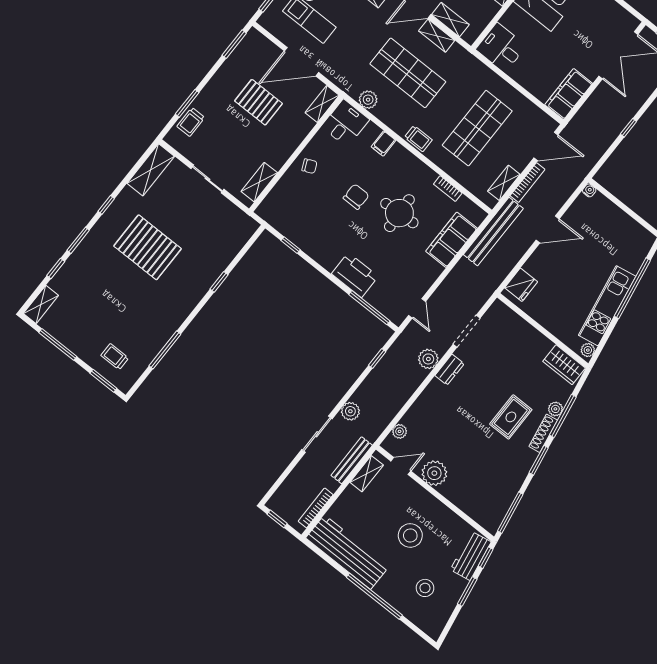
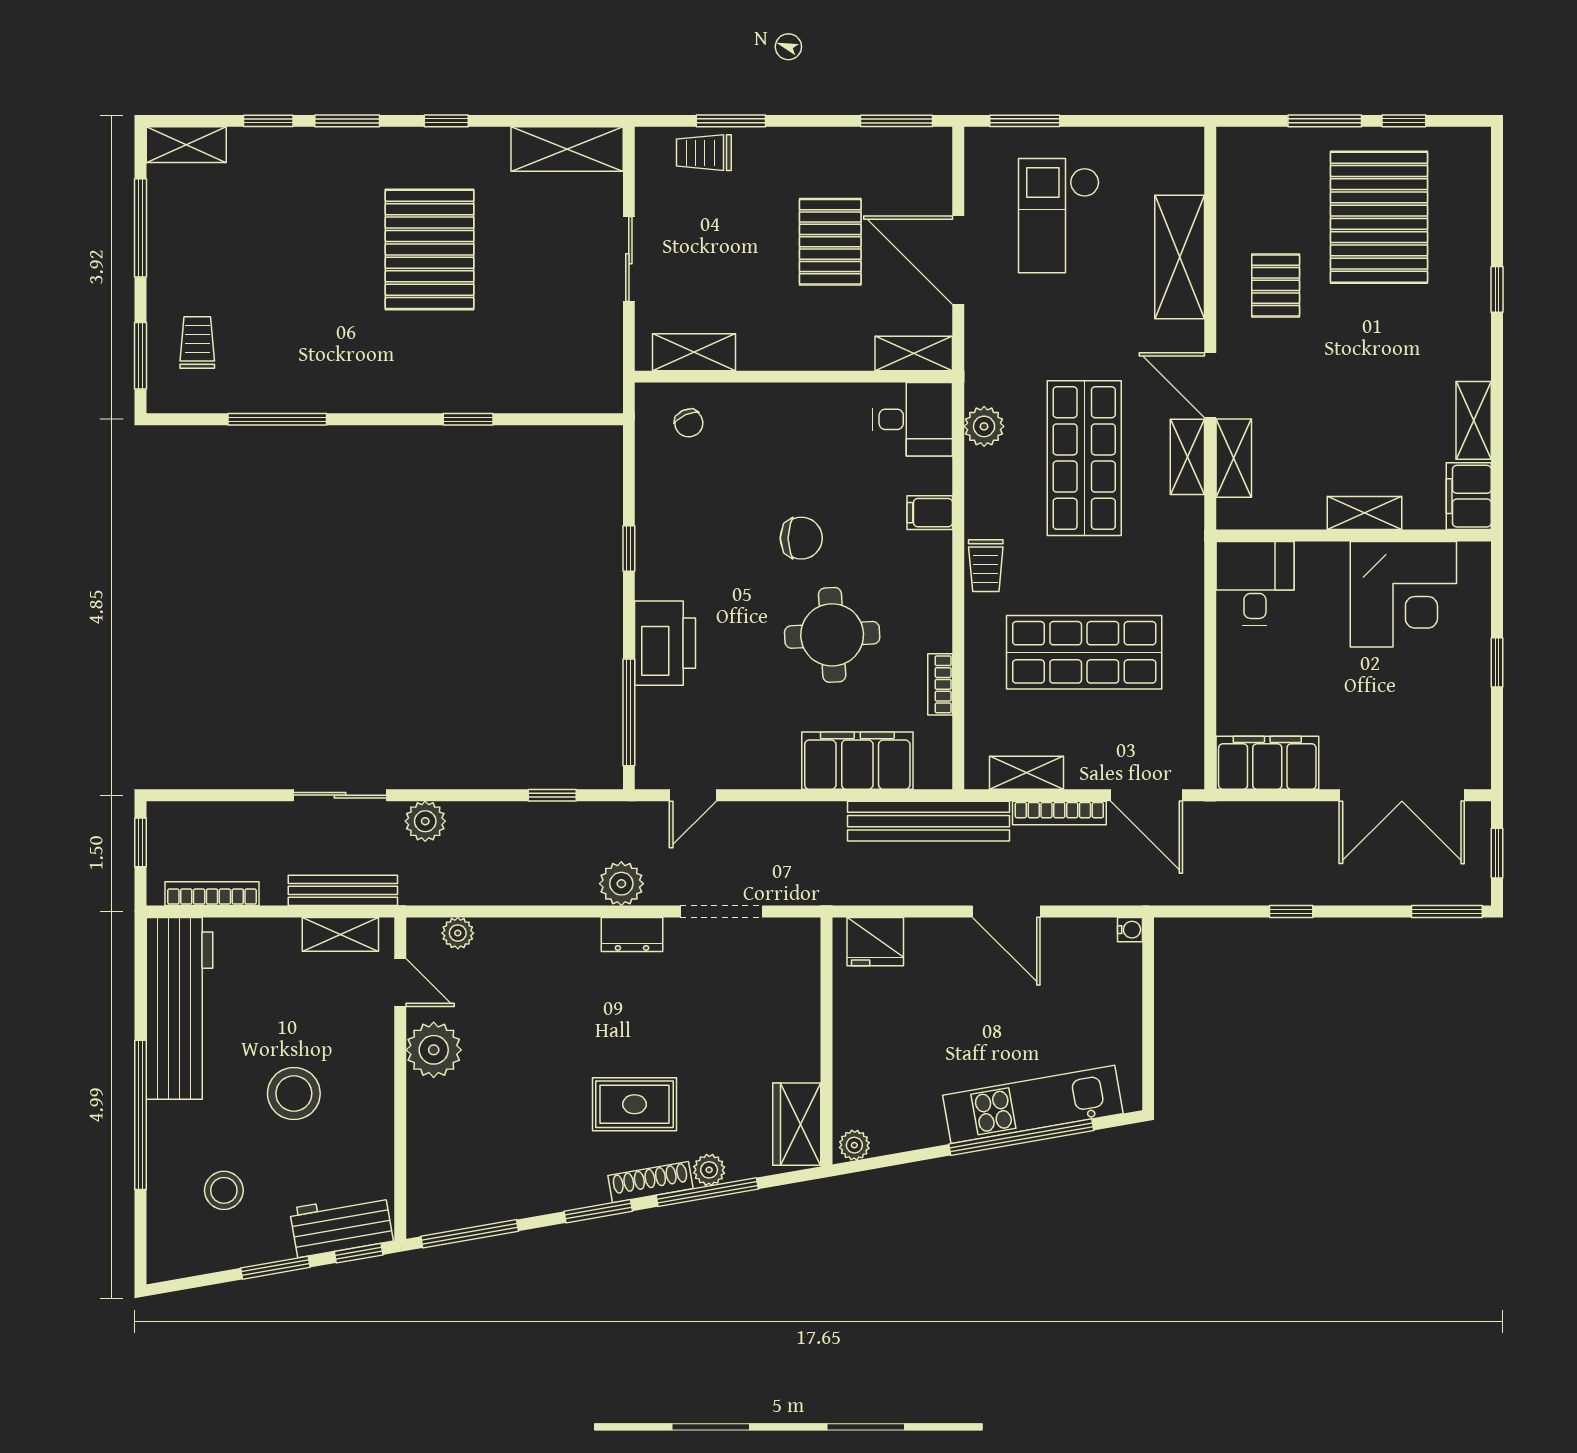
chair: (309, 166) -> (689, 423), moved
window: (291, 245) -> (629, 549), moved
kitchen unit: (607, 306) -> (1033, 1104), moved

